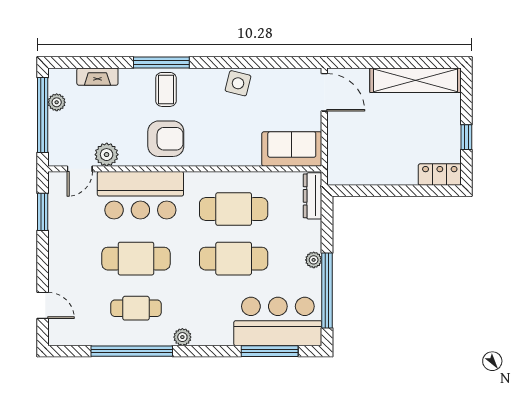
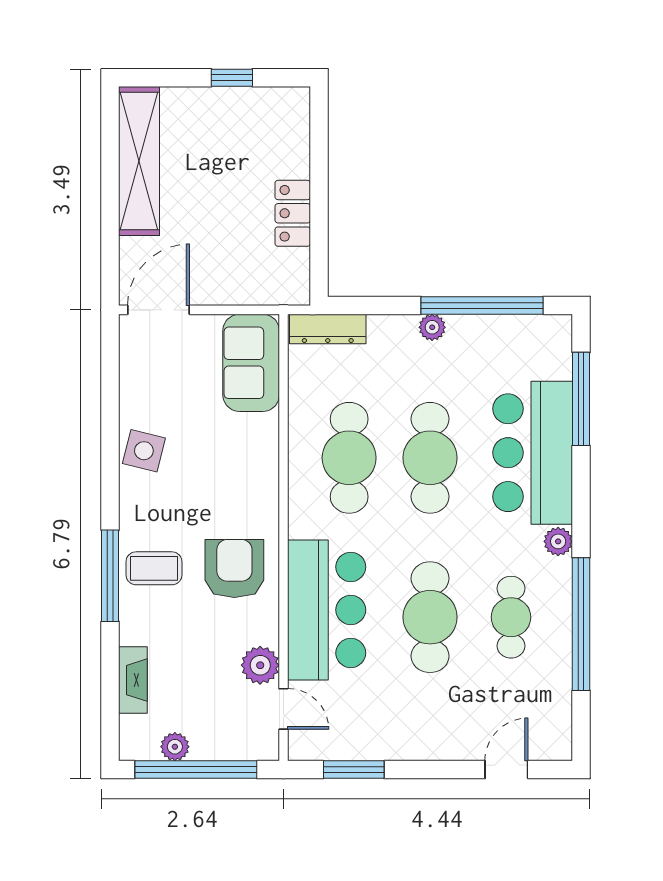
locker: (440, 174) -> (293, 213), moved
bar counter: (278, 321) -> (533, 453), moved

